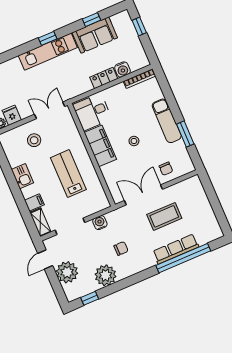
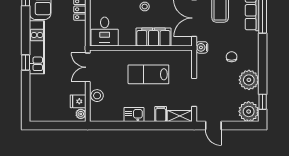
window: (48, 38) -> (26, 63), moved
stool: (34, 140) -> (97, 96), moved
filing cabinet: (100, 146) -> (153, 37), moved
water cooler: (100, 223) -> (202, 47), moved
plant: (67, 272) -> (249, 111), moved

